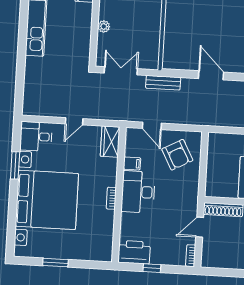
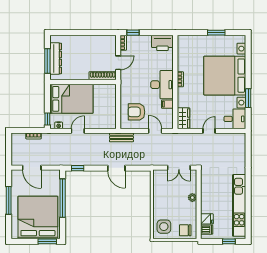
bench: (163, 83) -> (121, 137), moved
armchair: (177, 155) -> (136, 112), turned -62
window: (152, 268) -> (133, 33), moved

